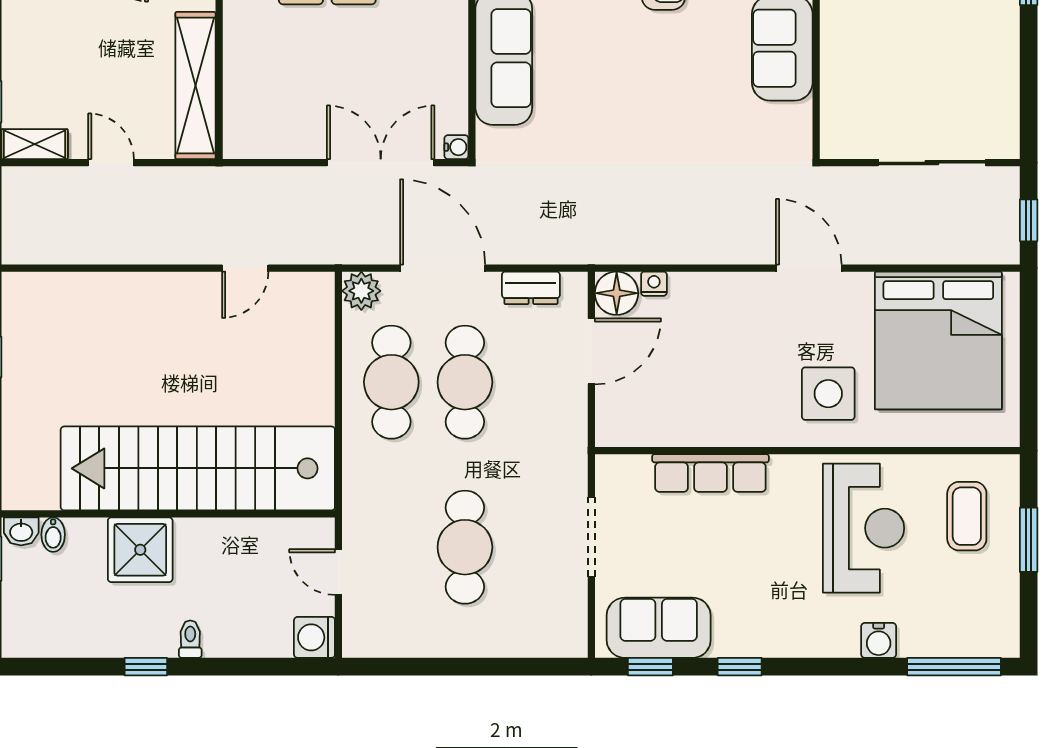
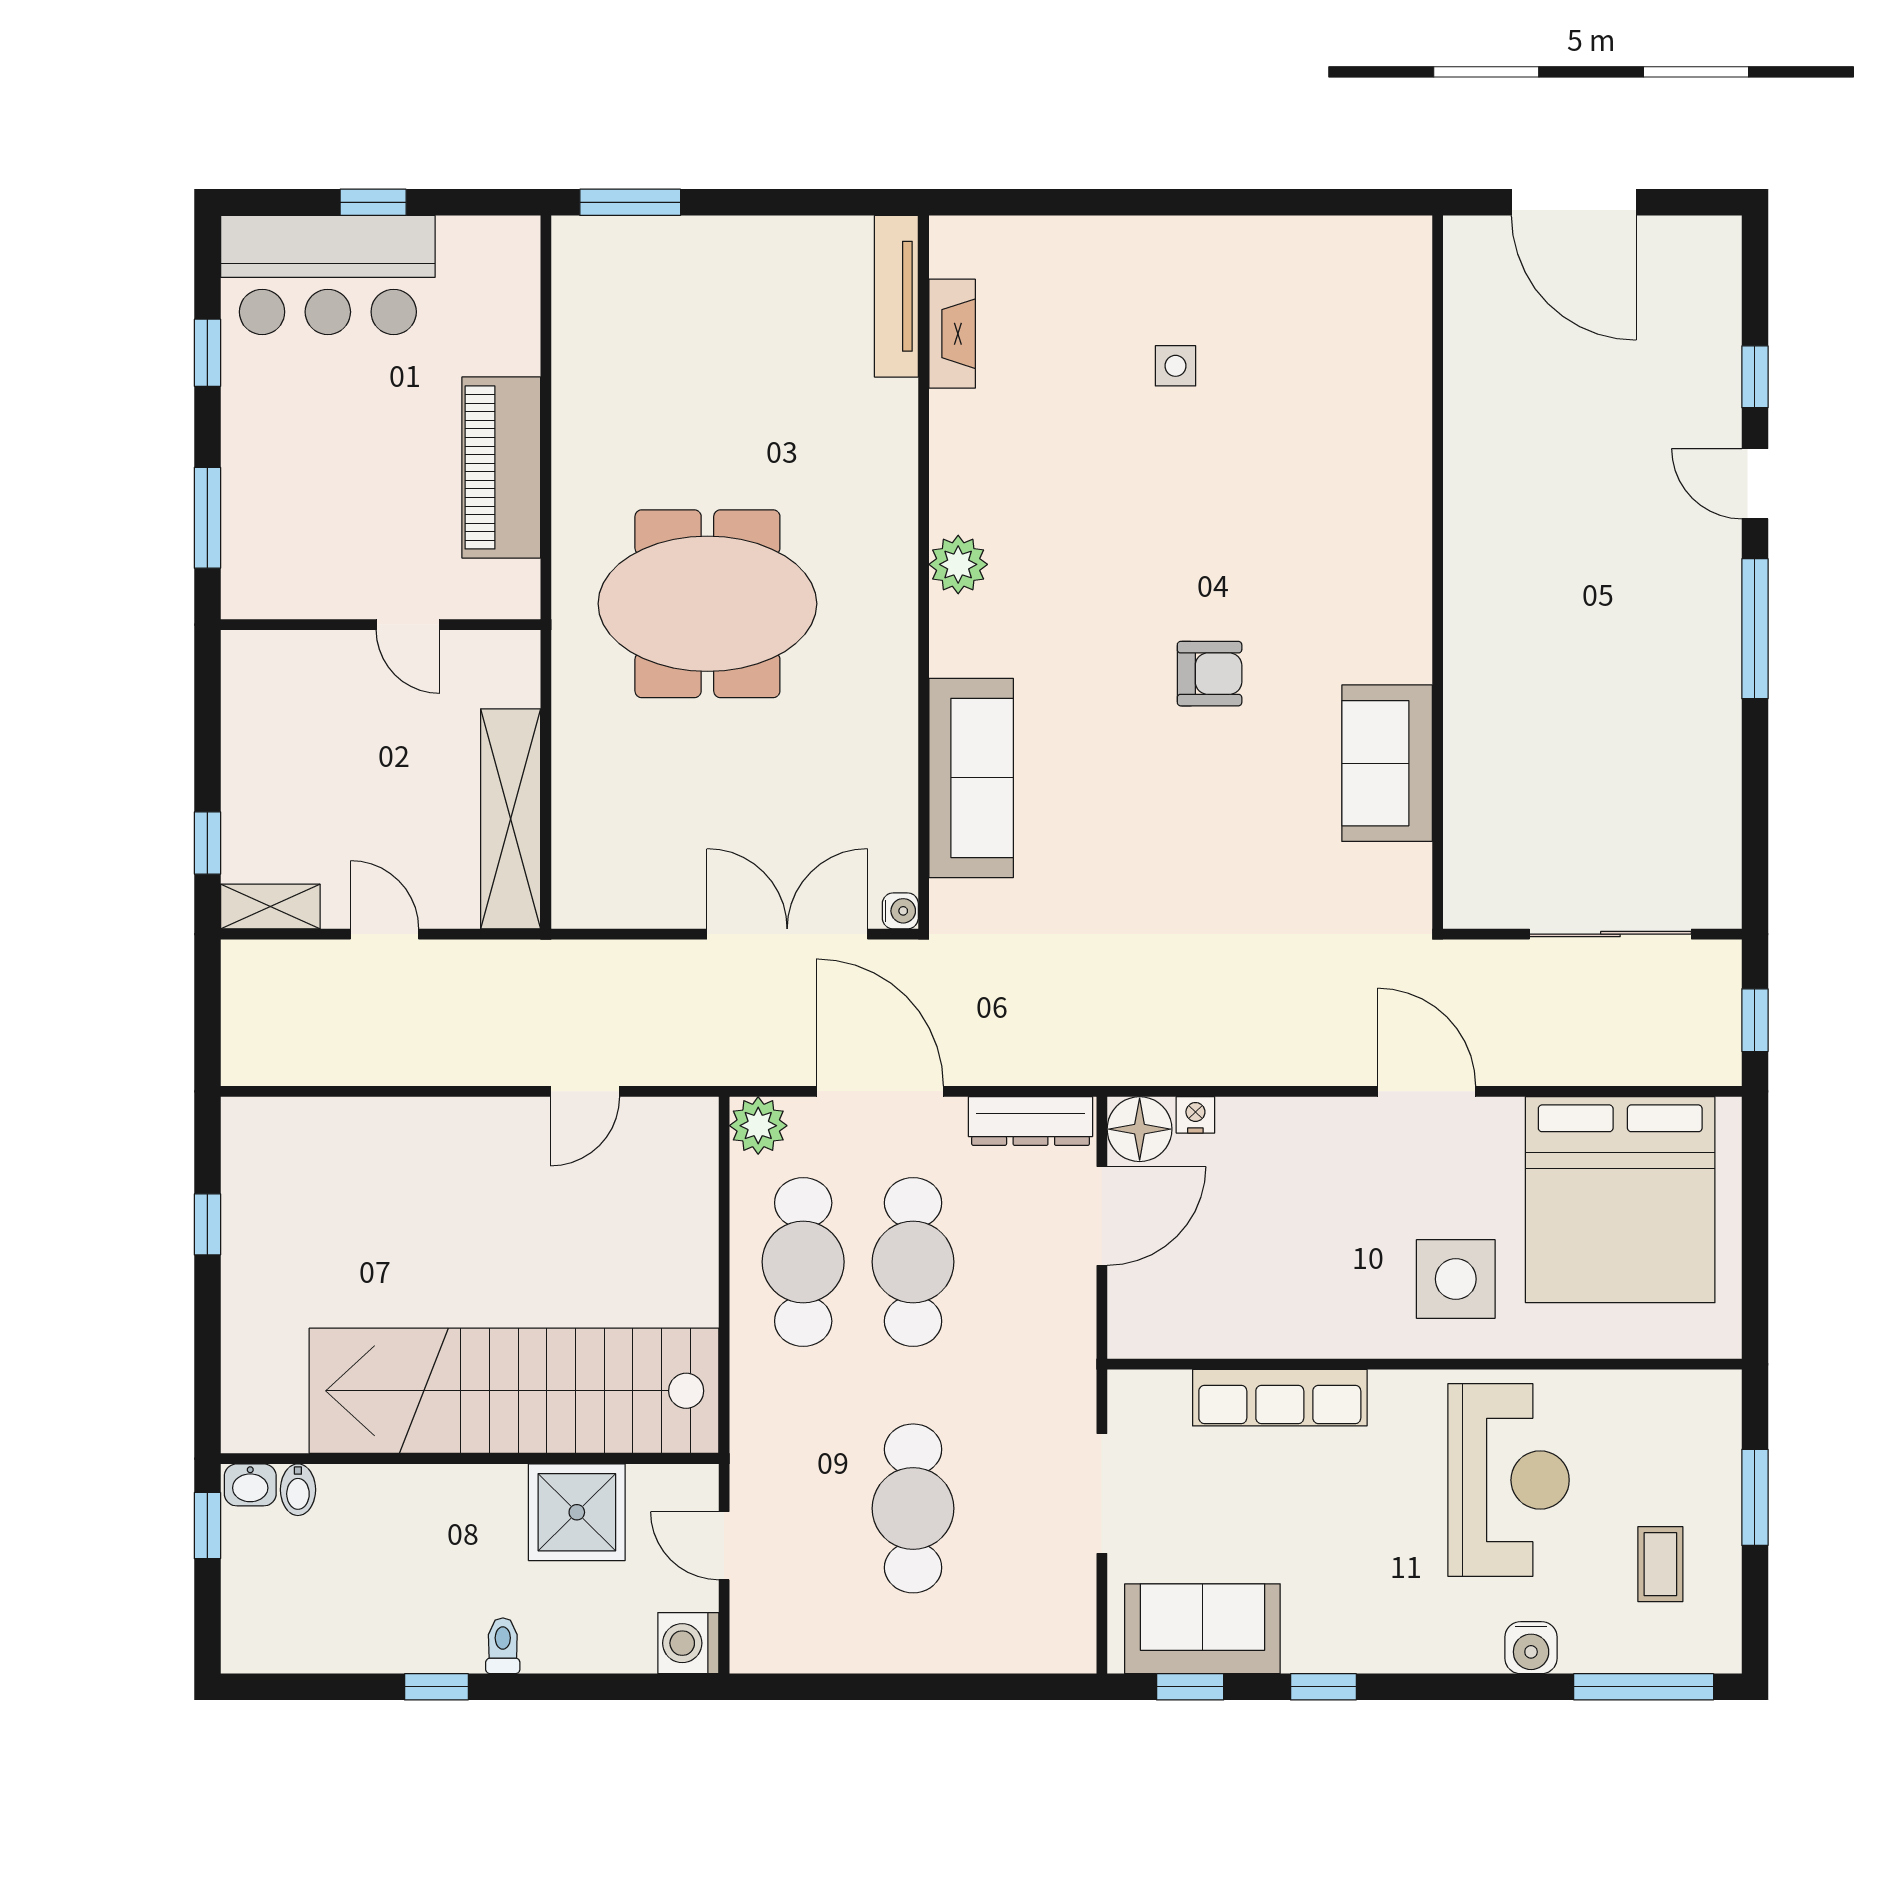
dresser: (531, 288) -> (1031, 1121), width x1.44
coffee table: (967, 516) -> (1660, 1564), moved, width x0.73, depth x0.77
shower: (140, 550) -> (577, 1512), moved

